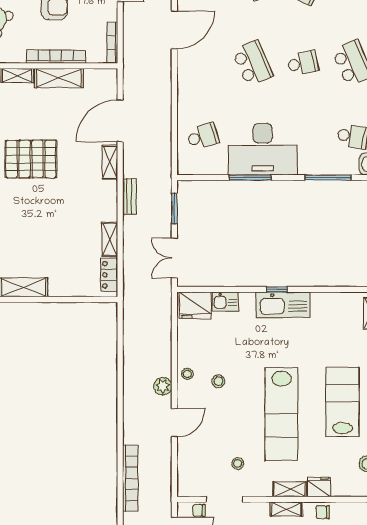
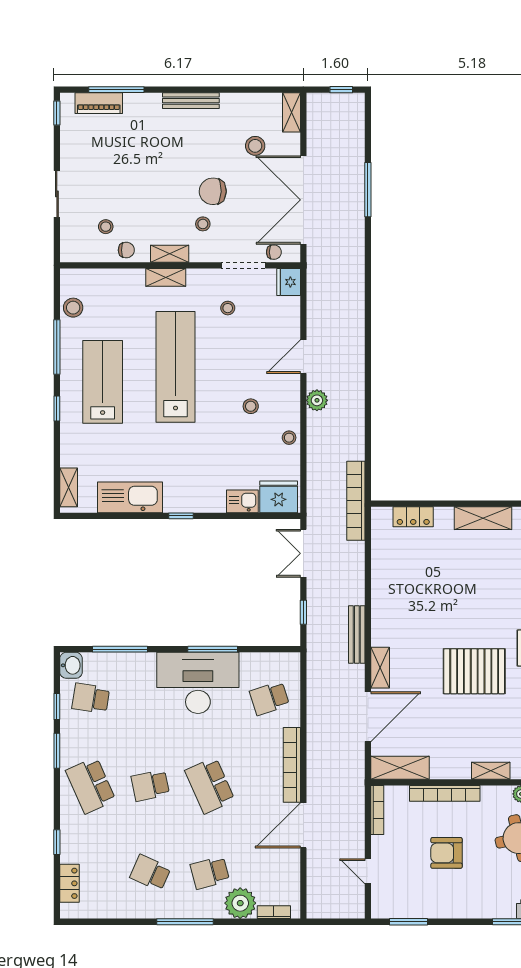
shelving: (59, 78) -> (400, 768), moved
bookcase: (184, 81) -> (292, 765), added
bench: (129, 196) -> (357, 635), width x1.36
window: (174, 208) -> (303, 612), width x0.67
shelving: (110, 239) -> (380, 575), removed
double door: (174, 258) -> (303, 553), swing flipped
locker: (109, 275) -> (413, 517), moved, turned 90
kitchen sink: (283, 305) -> (130, 497), moved
stool: (187, 374) -> (289, 438), moved
lab bench: (343, 402) -> (103, 382), turned 180
bookcase: (130, 478) -> (356, 501), moved
fridge: (319, 487) -> (289, 282), moved, turned 90

